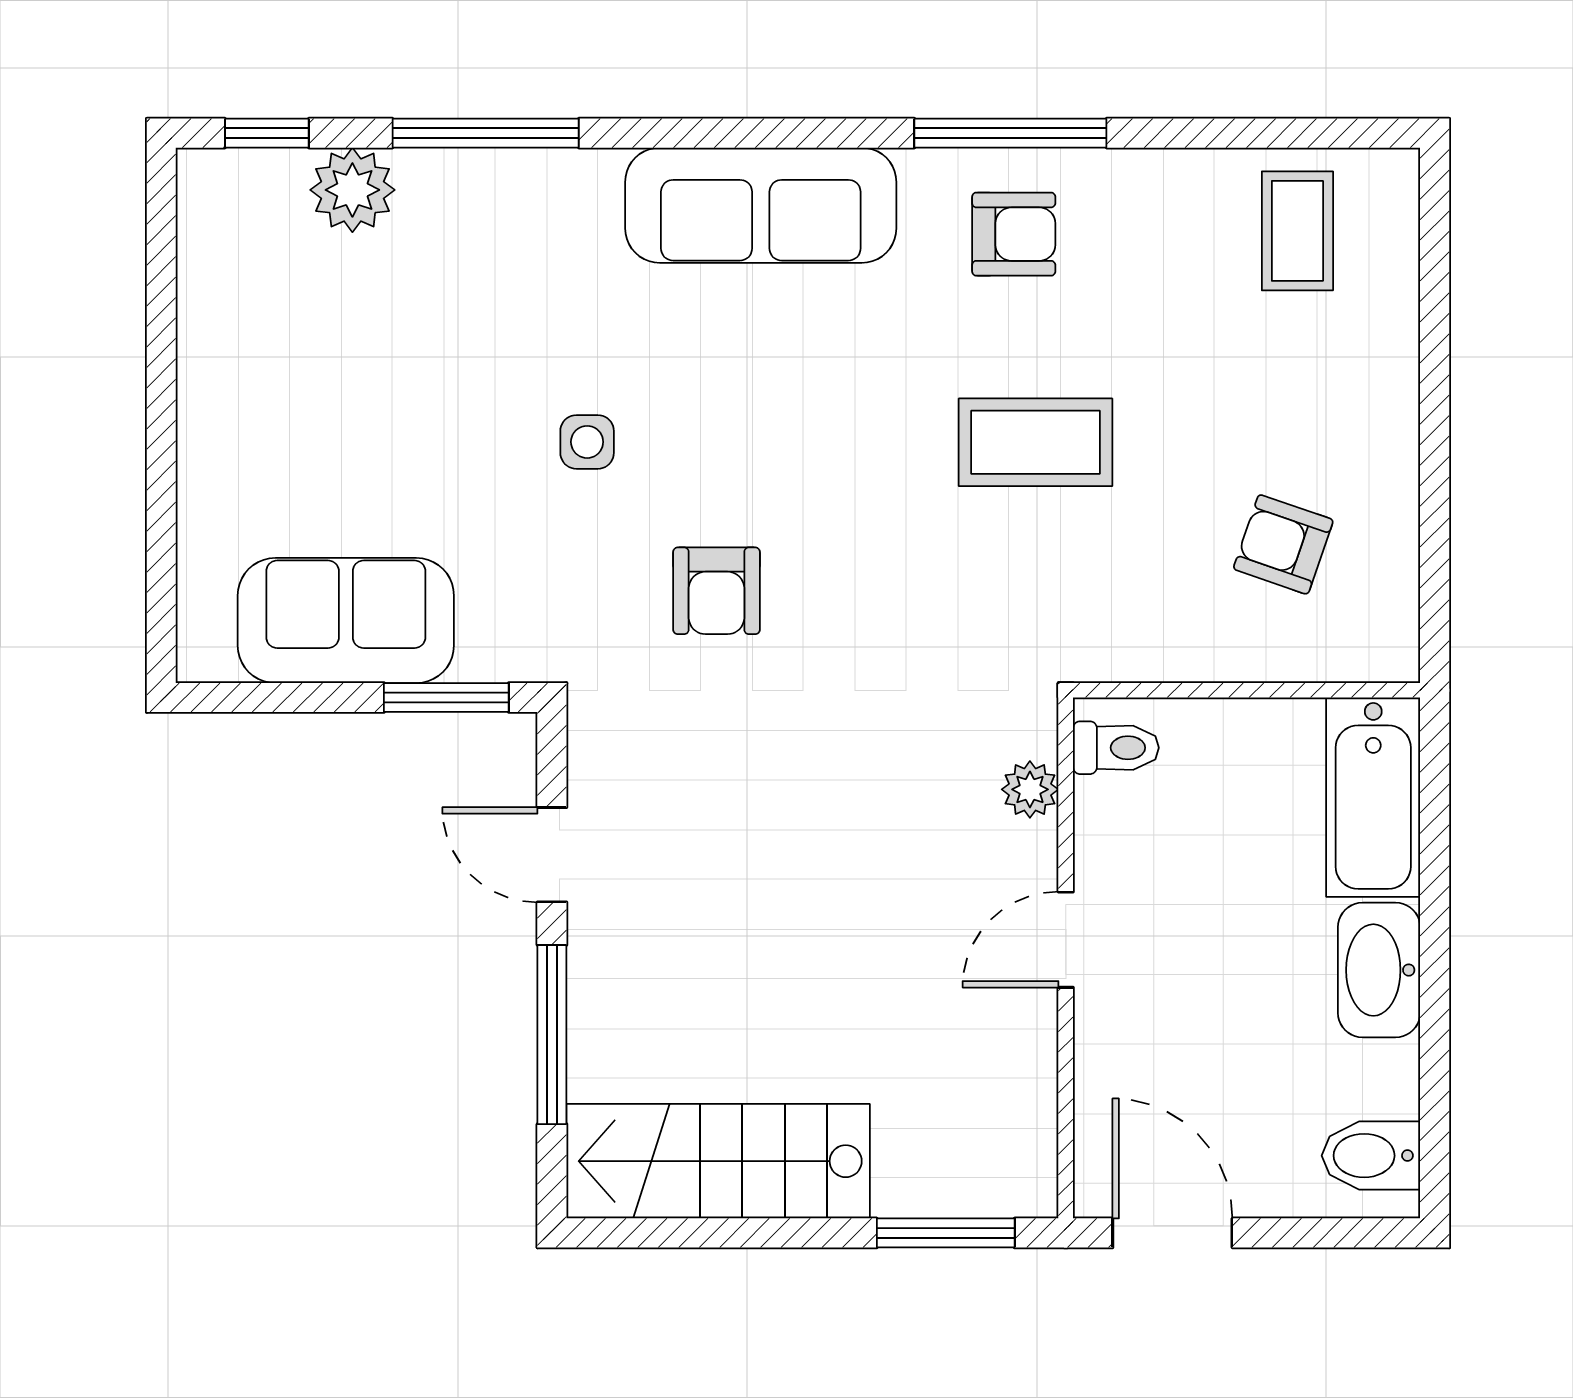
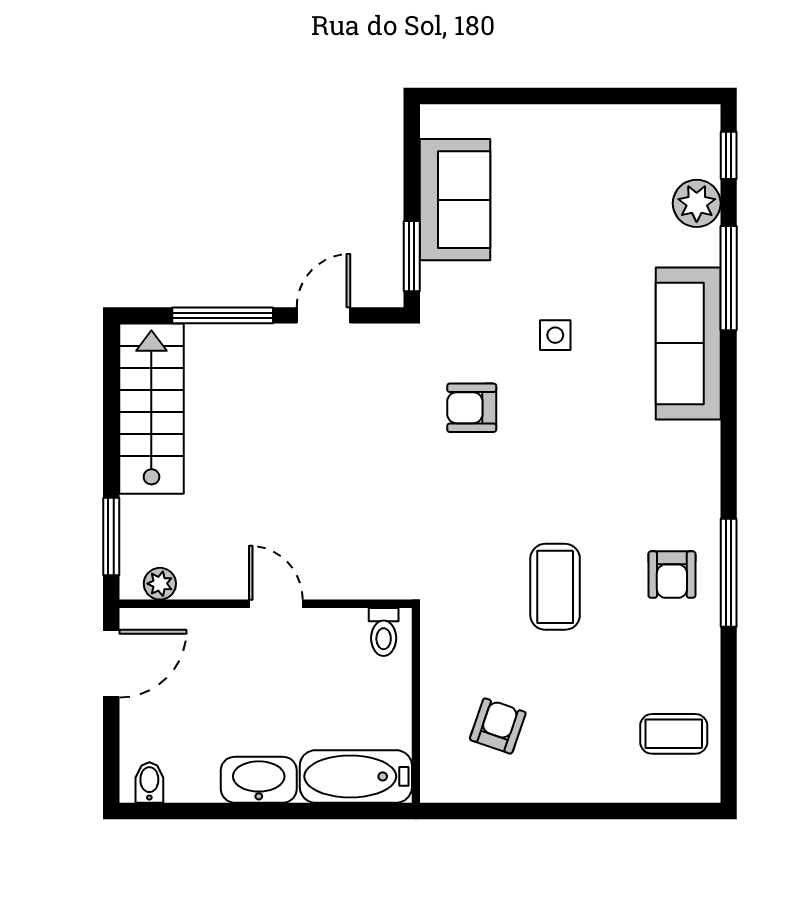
sofa: (761, 205) -> (688, 343), moved
plant: (1030, 789) -> (160, 584), moved
bidet: (1371, 1156) -> (149, 782), width x0.72, depth x0.74

